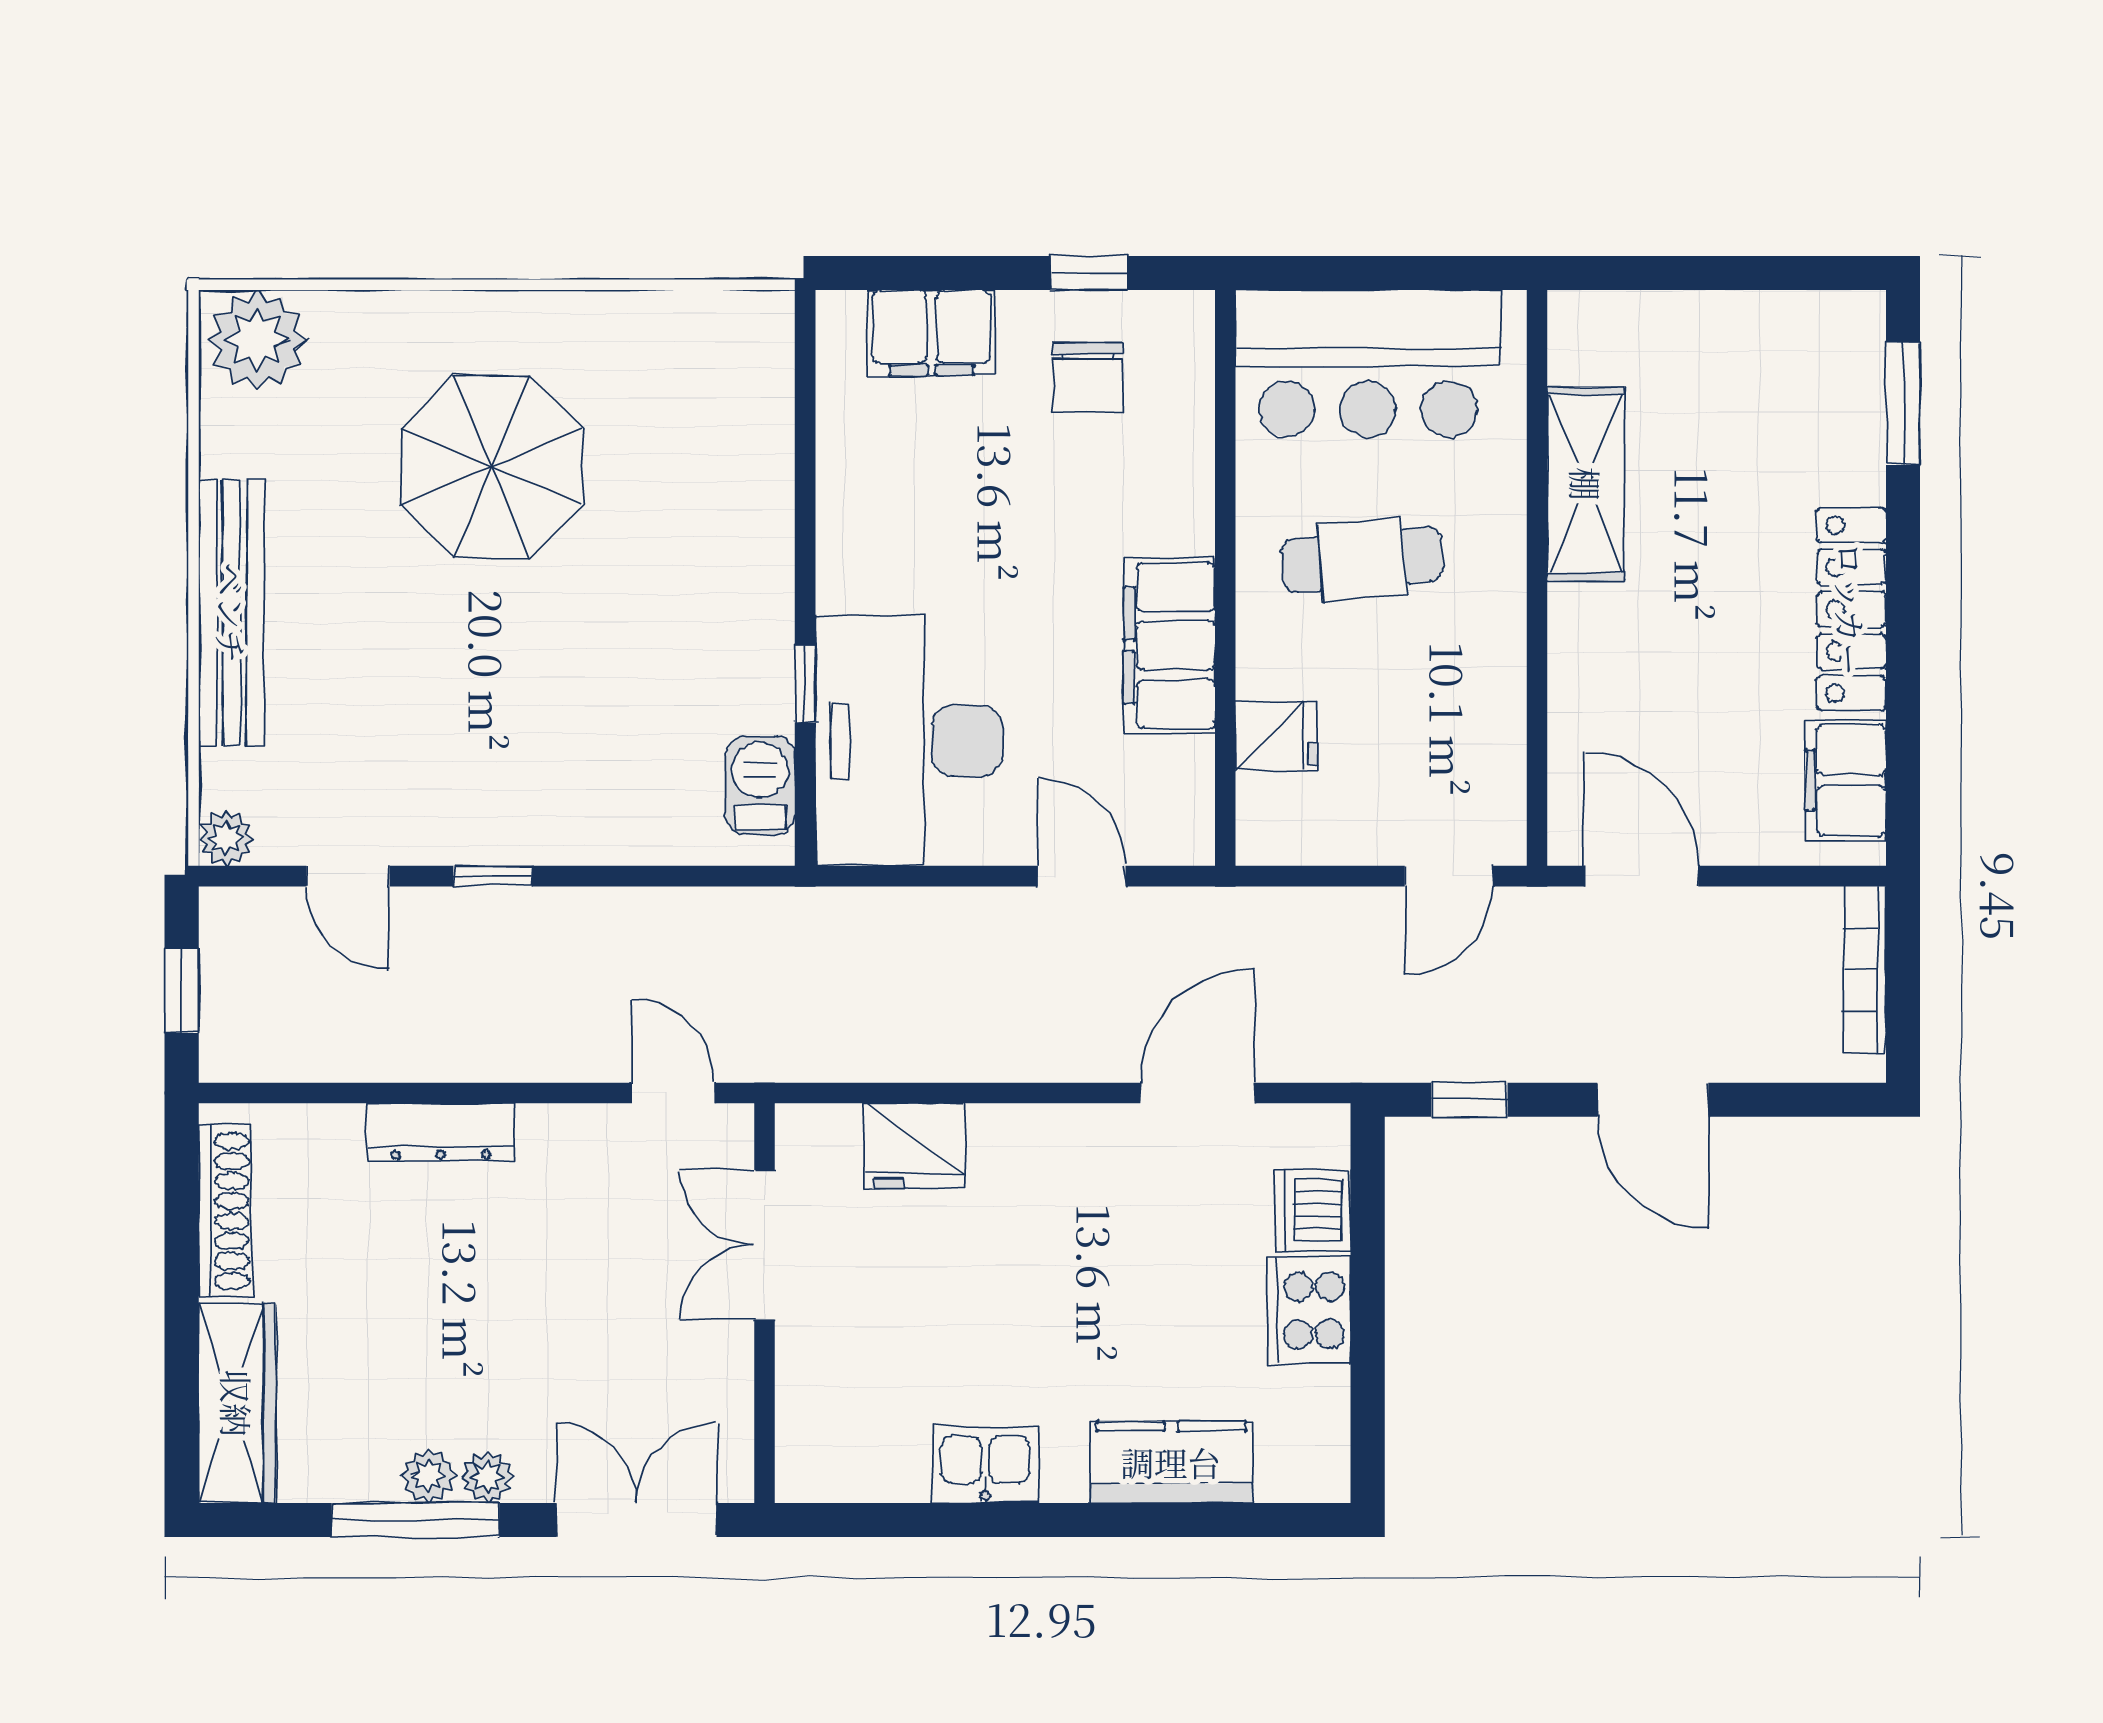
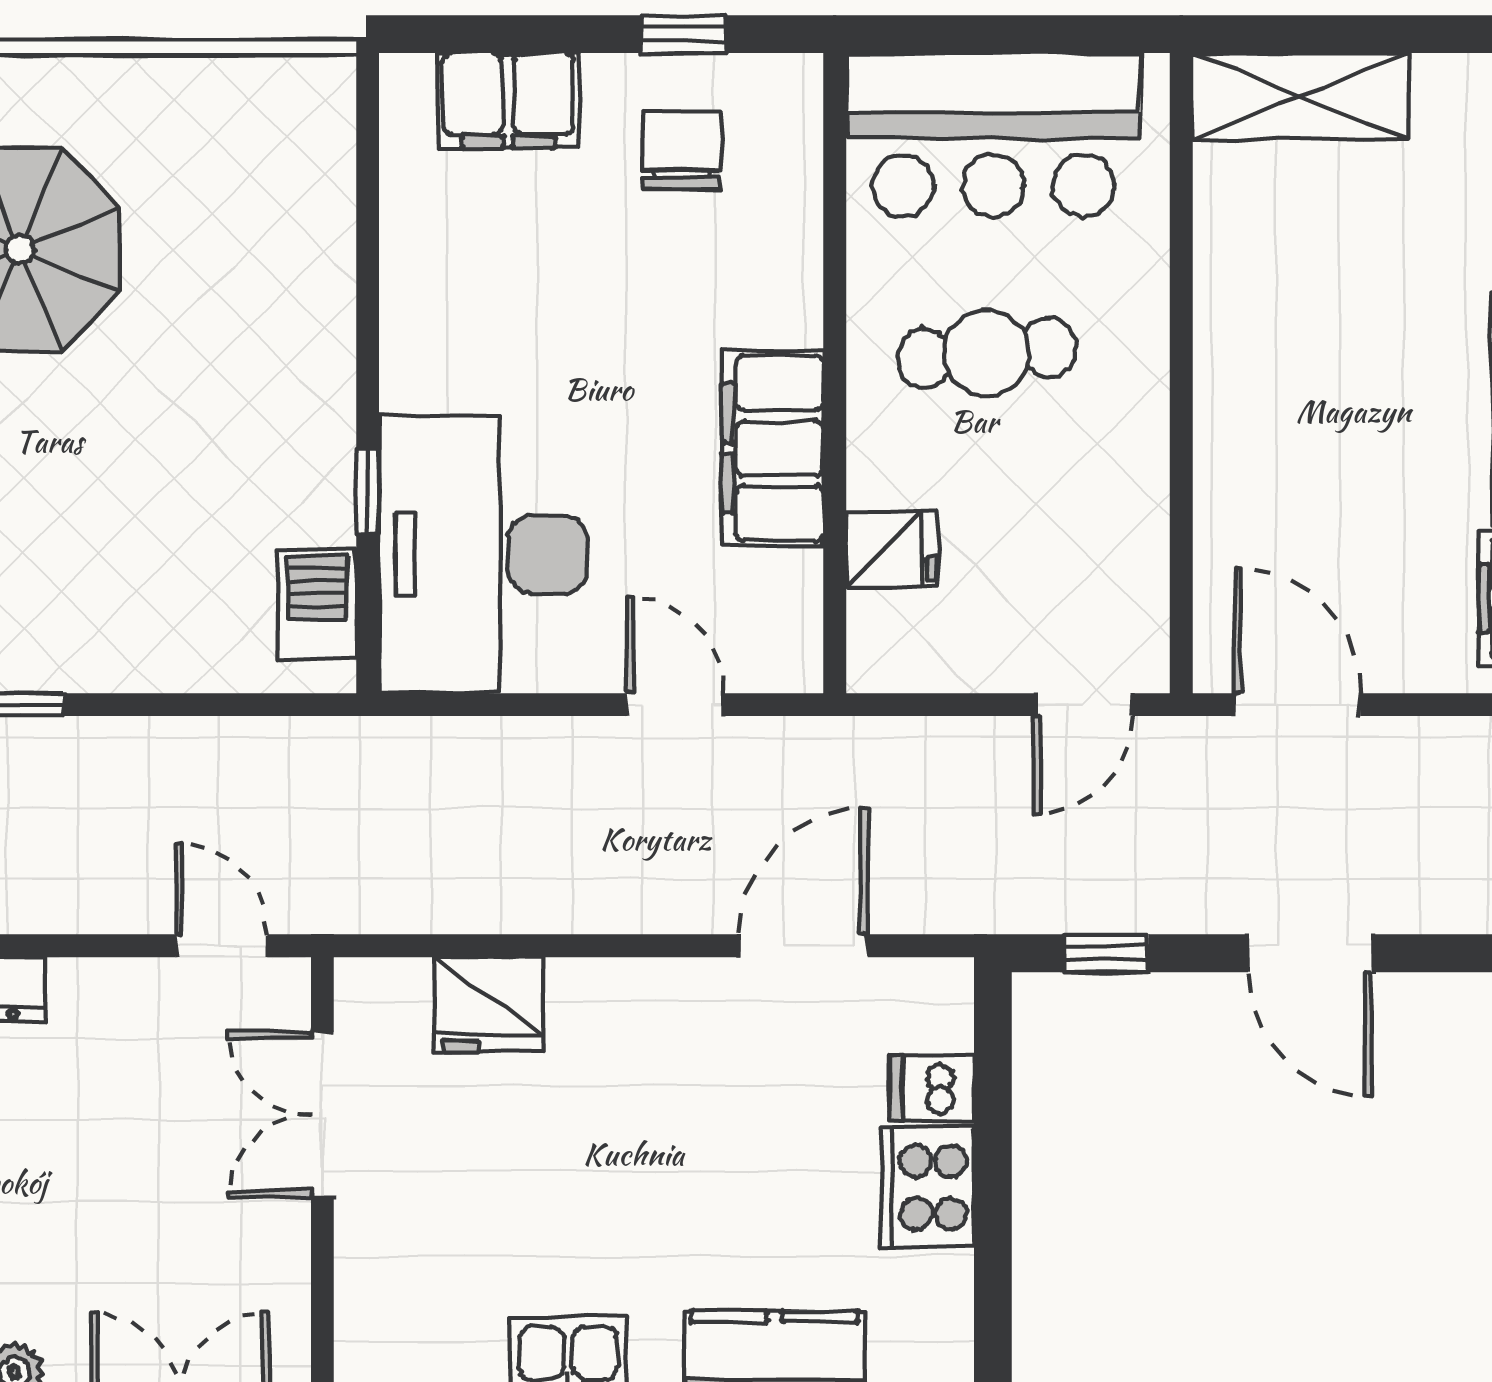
chair: (1088, 377) -> (682, 150), turned 180
shelving: (1586, 484) -> (1300, 96), moved, turned 90
dishwasher: (1313, 1210) -> (932, 1088), width x0.73

